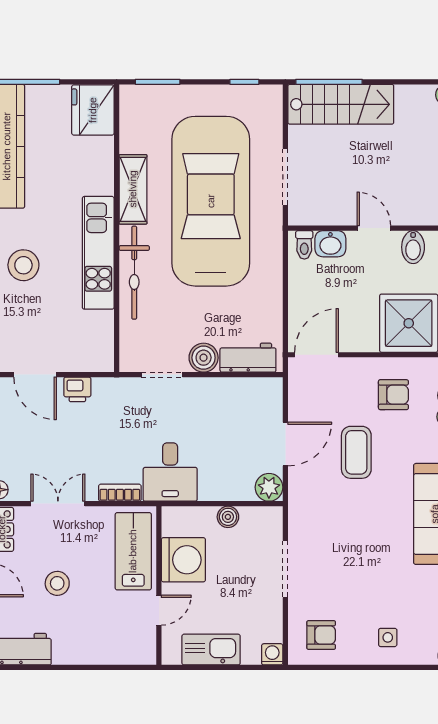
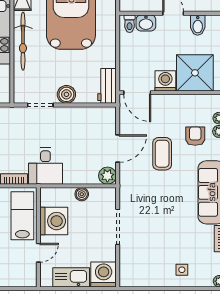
washing machine: (361, 336) -> (165, 81), added
door: (316, 355) -> (137, 93), swing flipped
workbench: (248, 358) -> (107, 86), moved, turned -90
armchair: (393, 395) -> (195, 136), moved, turned -90
armchair: (321, 635) -> (140, 268), removed
washing machine: (272, 654) -> (104, 274), width x1.89, depth x1.89

